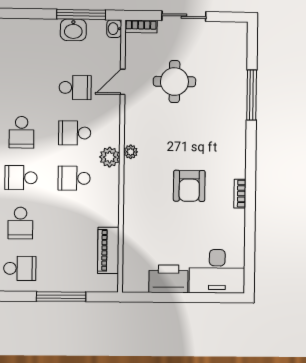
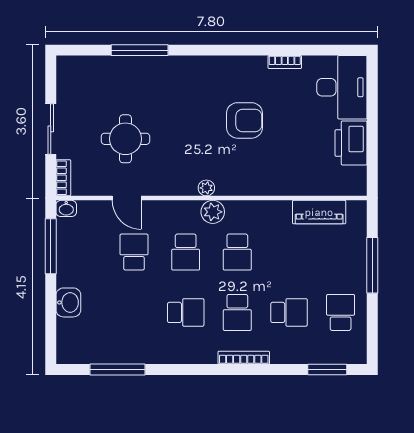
washbasin: (73, 30) -> (68, 302), moved
bookcase: (240, 194) -> (285, 62), moved

